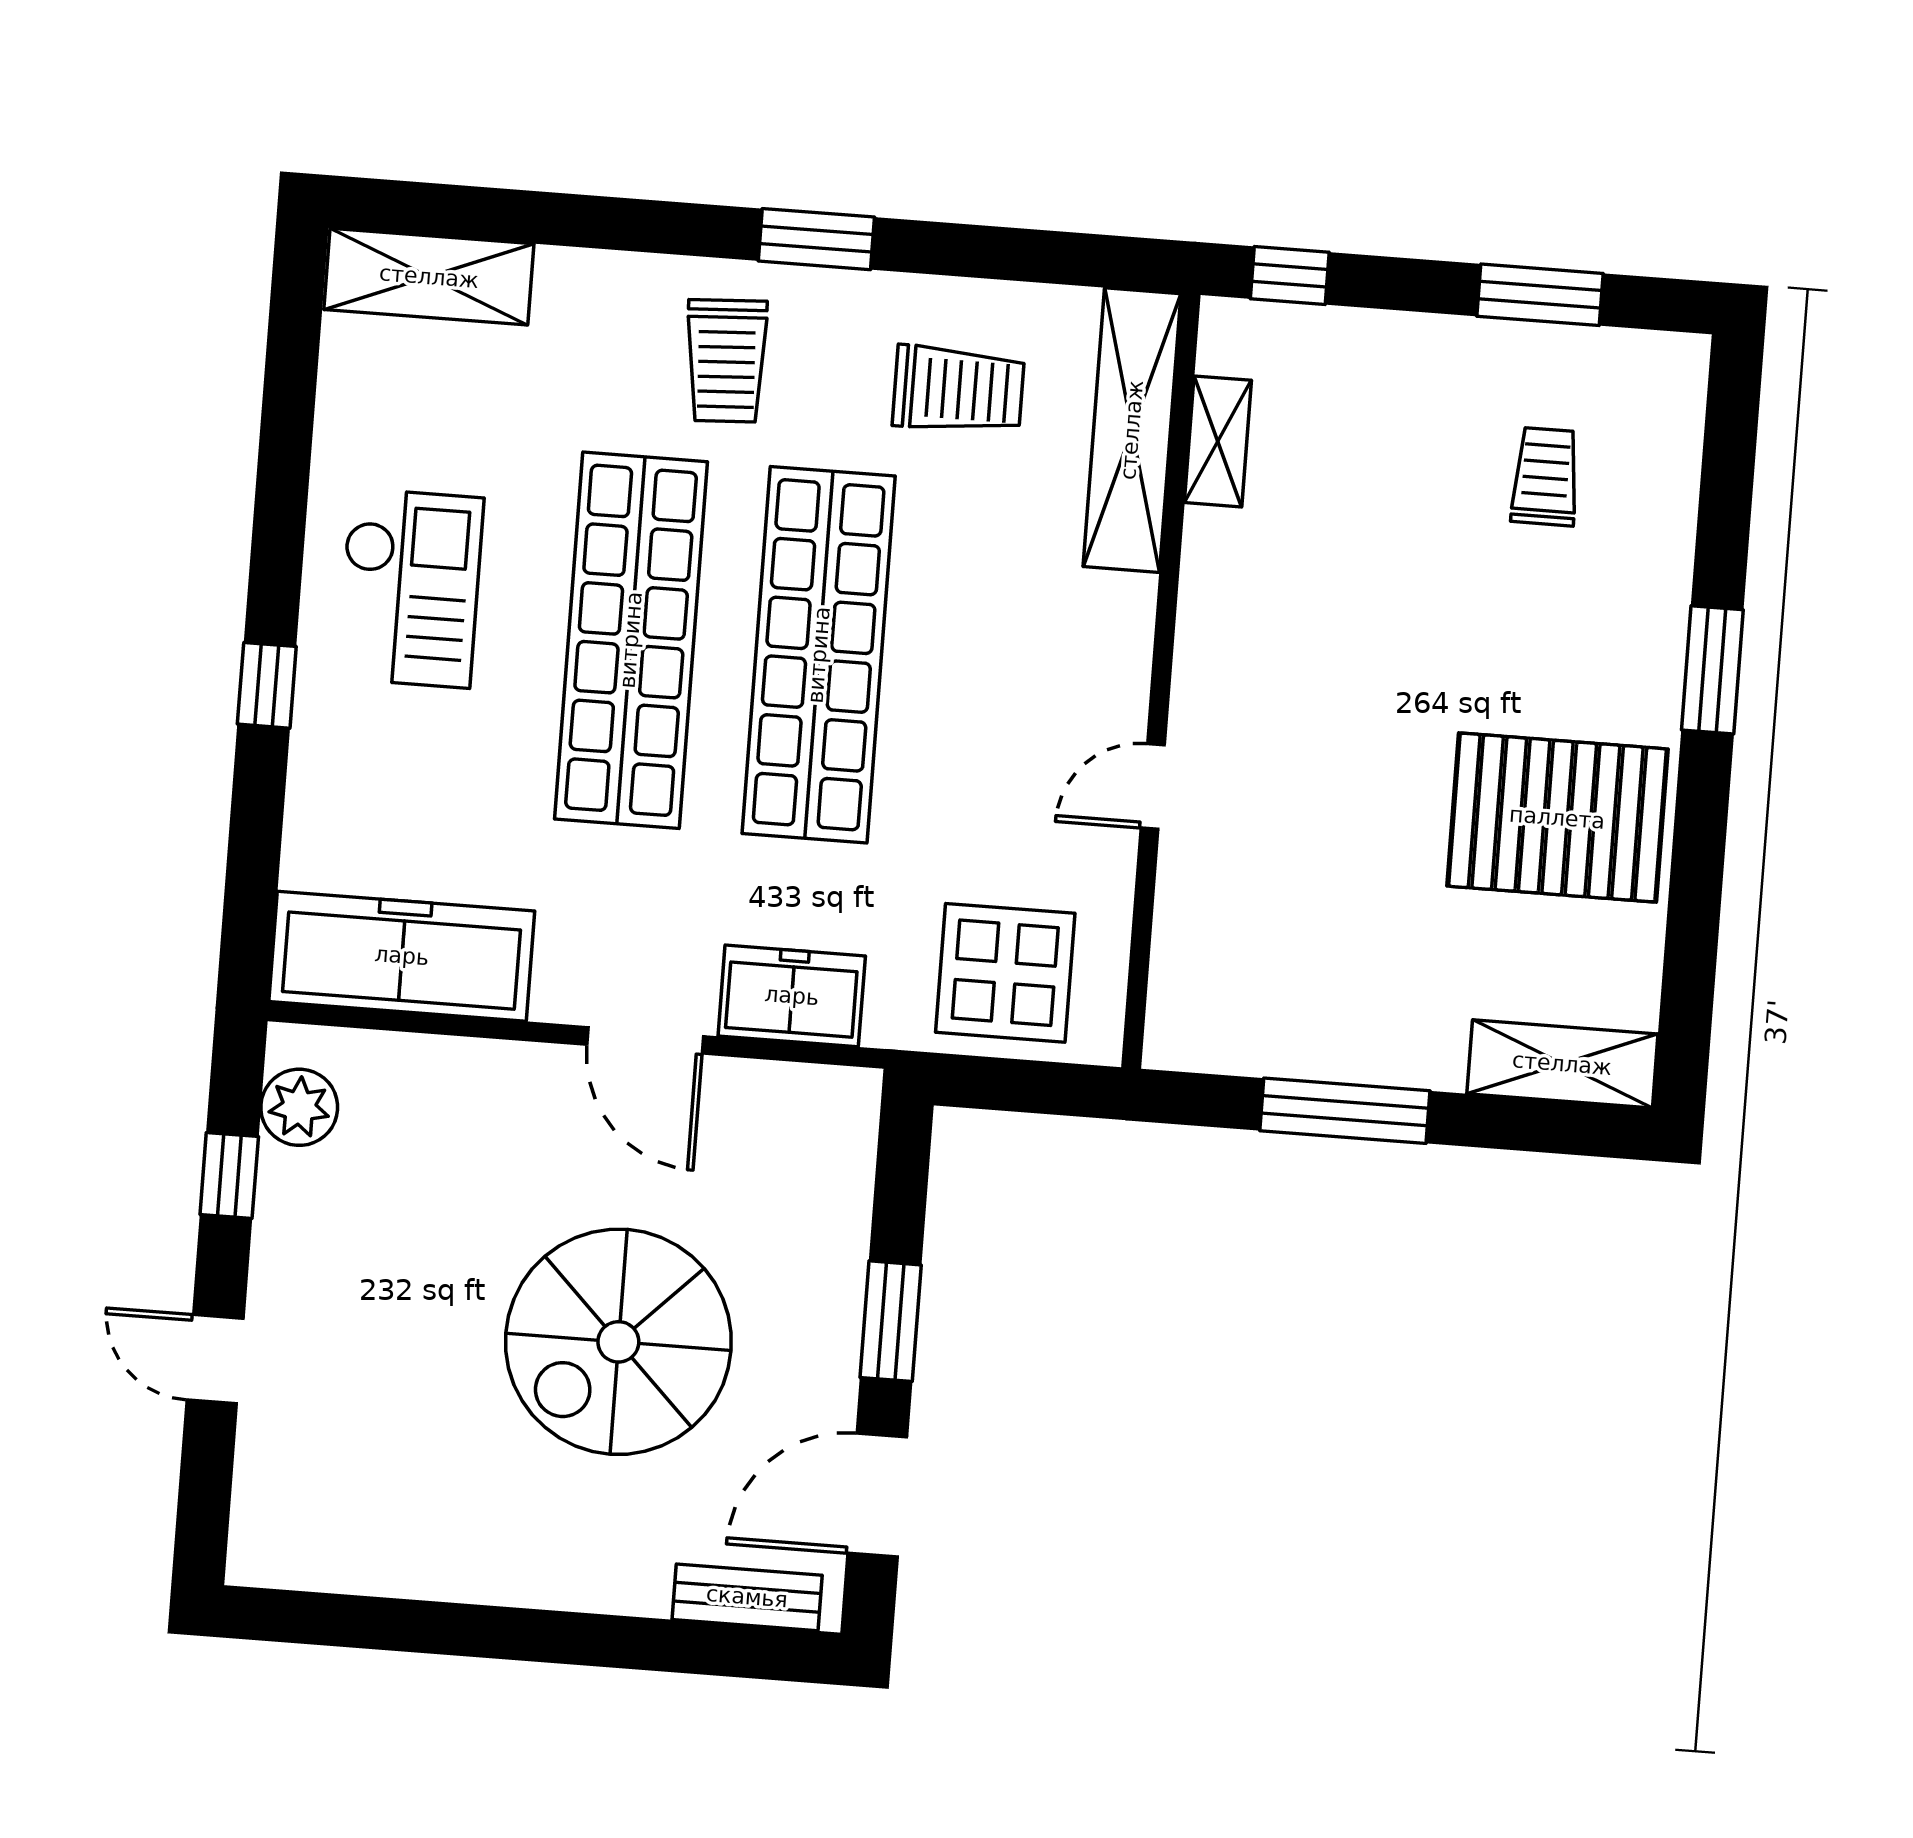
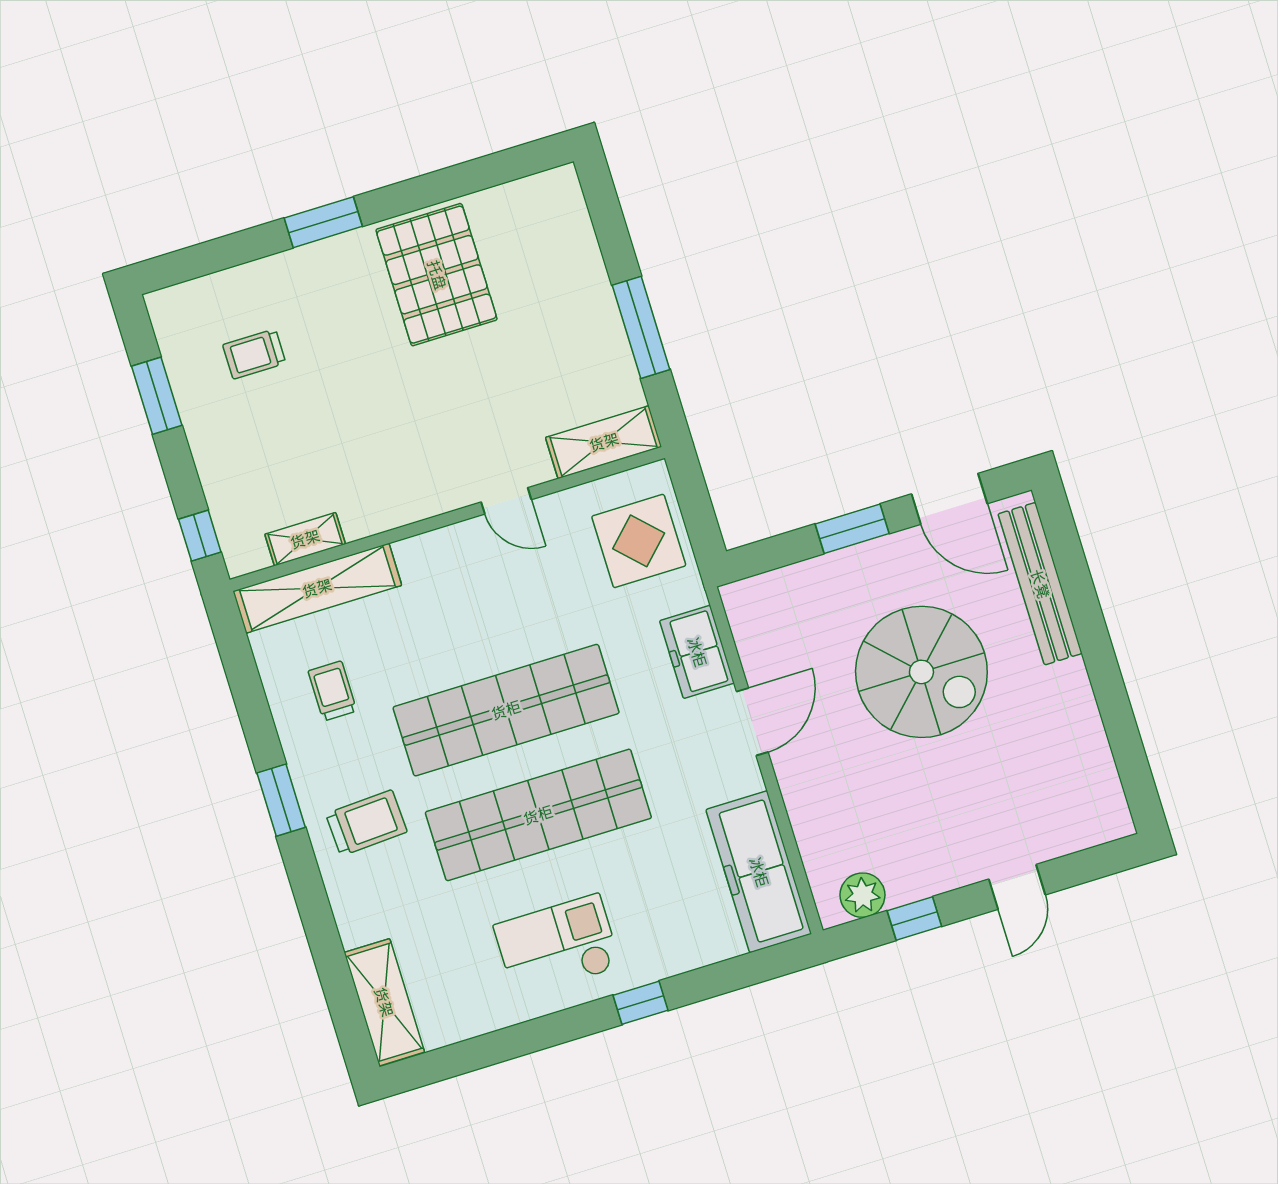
trolley: (958, 390) -> (332, 691), width x0.73, depth x0.72
shelving: (1562, 1064) -> (604, 442), moved, turned 90
bench: (747, 1597) -> (1040, 584), width x1.86, depth x1.21

